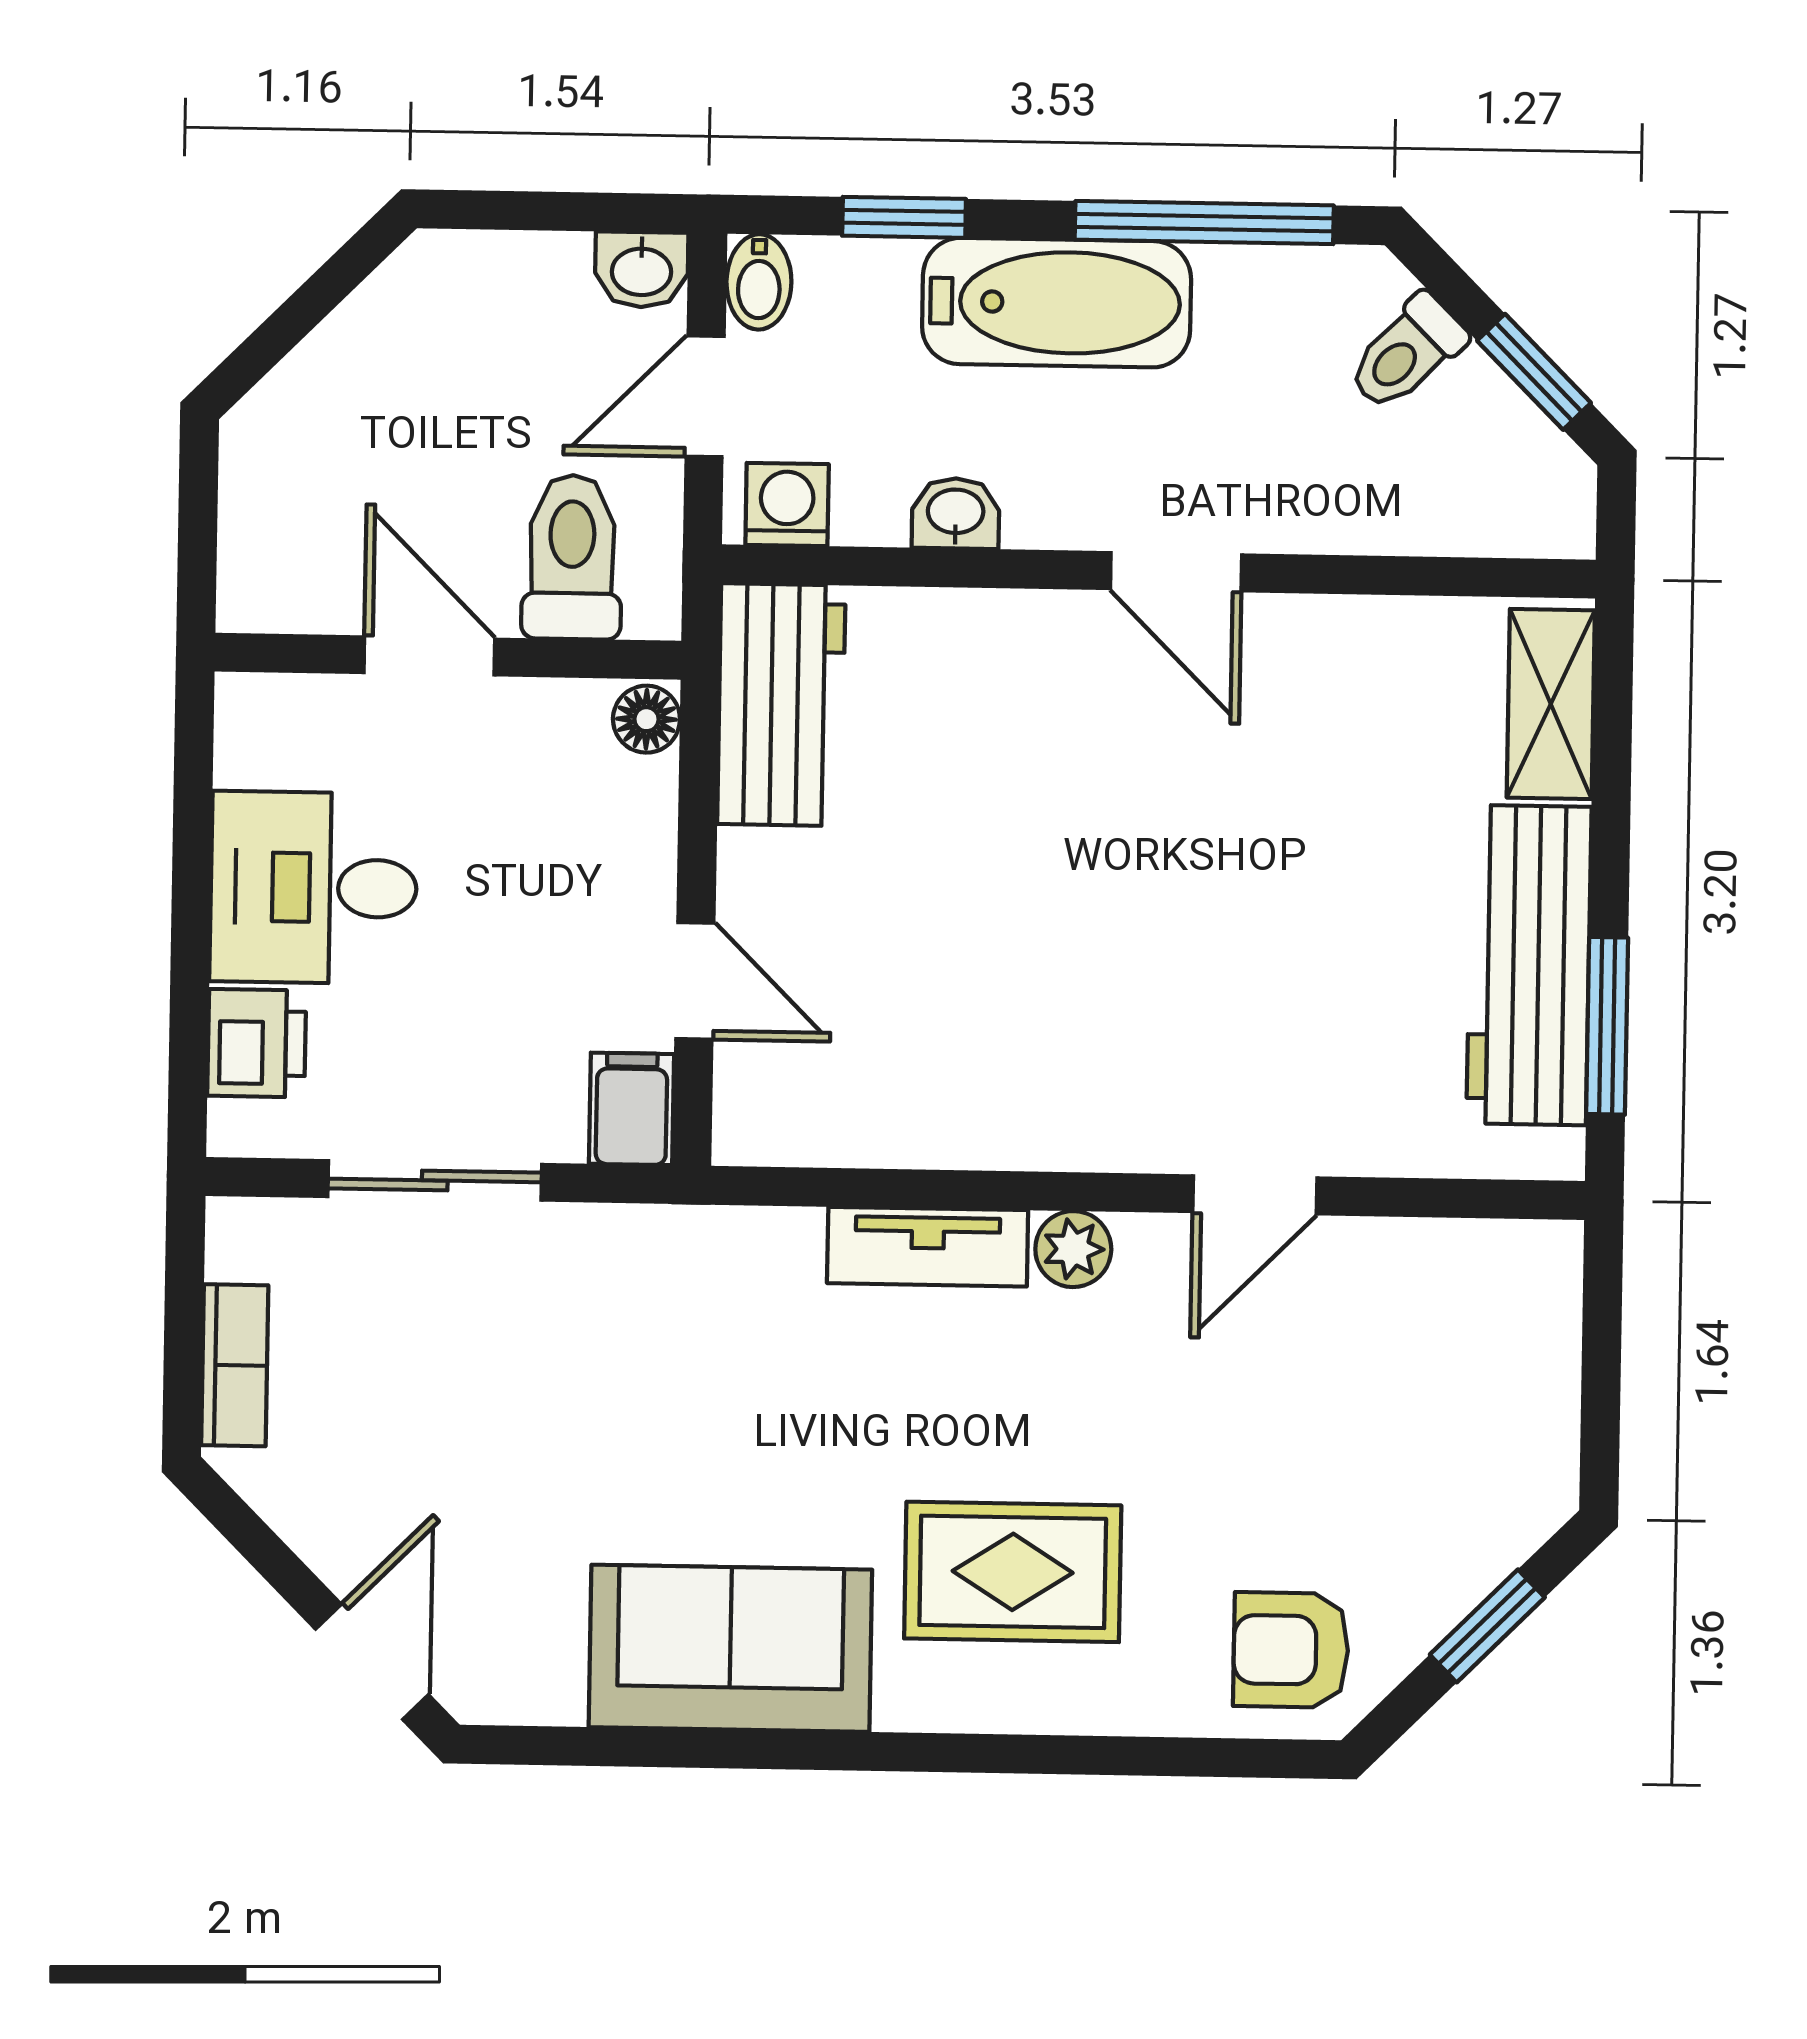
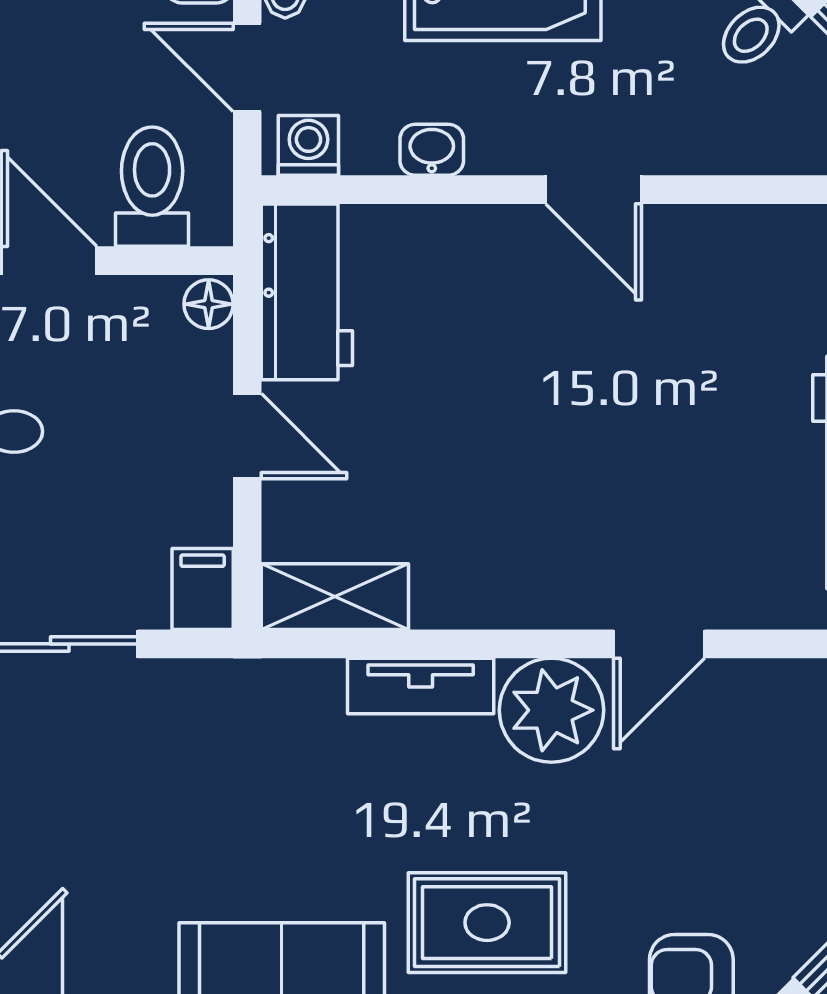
door: (705, 396) -> (247, 67), hinge flipped
door: (695, 981) -> (247, 436), moved
shelving: (812, 1122) -> (335, 597), added
plant: (1073, 1249) -> (551, 710), width x1.87, depth x1.87

